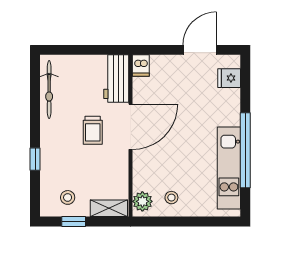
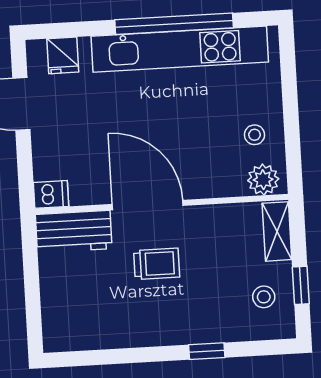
bicycle: (49, 89) -> (97, 335), removed
kitchen unit: (229, 168) -> (180, 49), width x1.36

